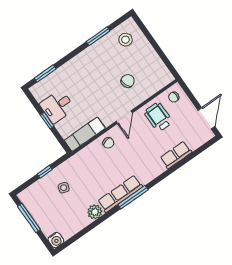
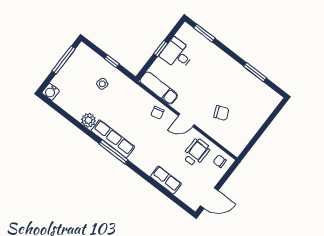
stool: (126, 40) -> (260, 99), removed

